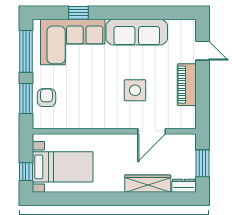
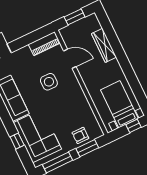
piano: (187, 85) -> (44, 44), moved
dresser: (184, 186) -> (94, 22), removed

